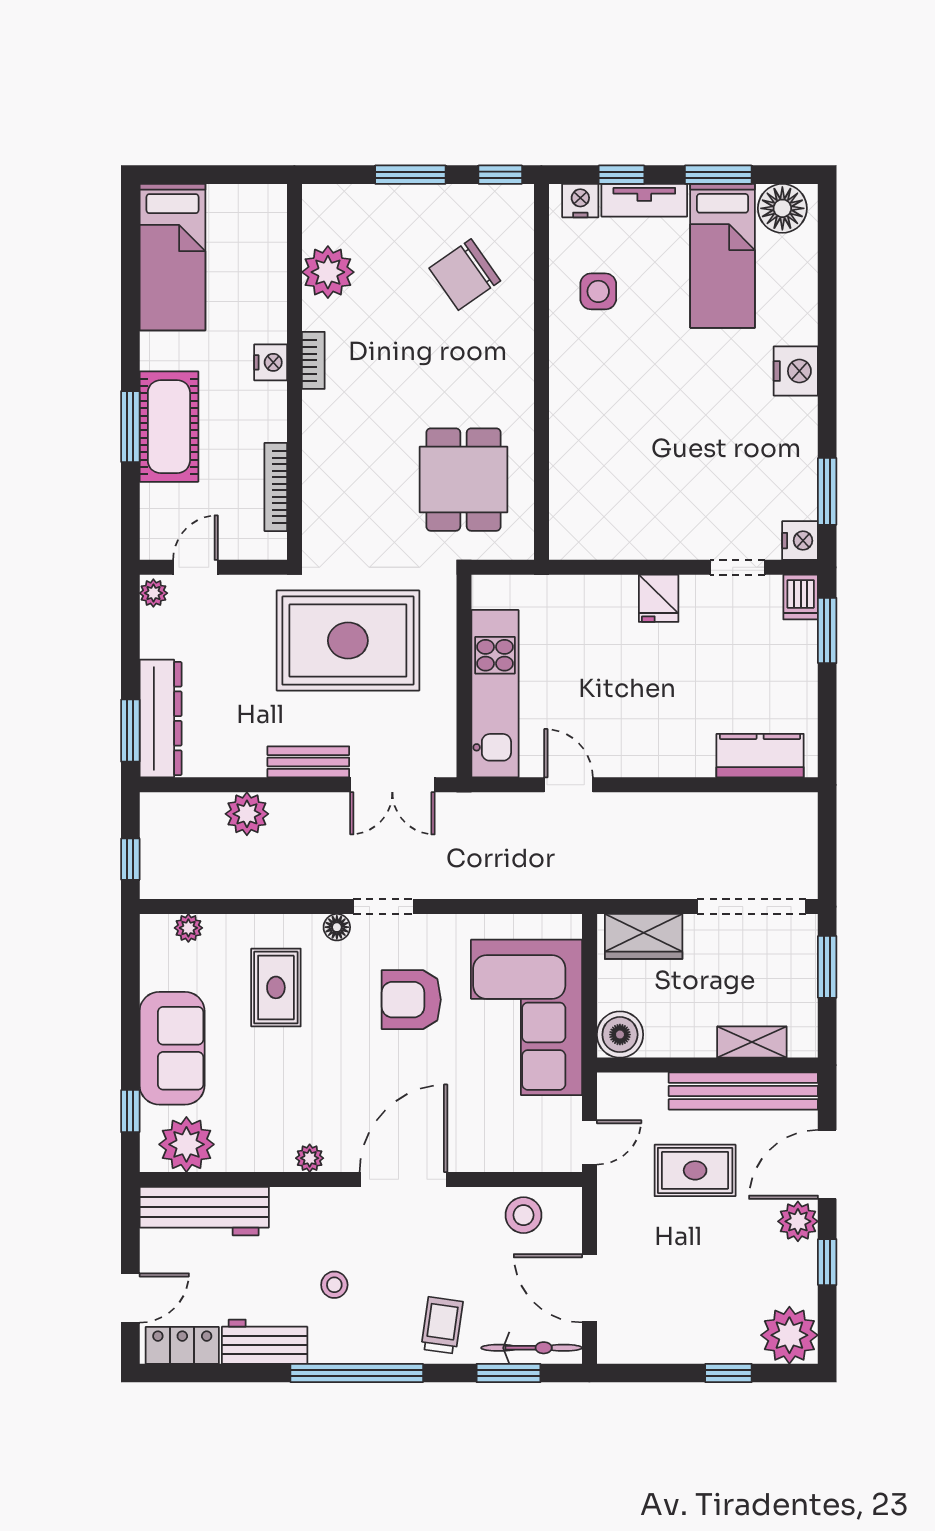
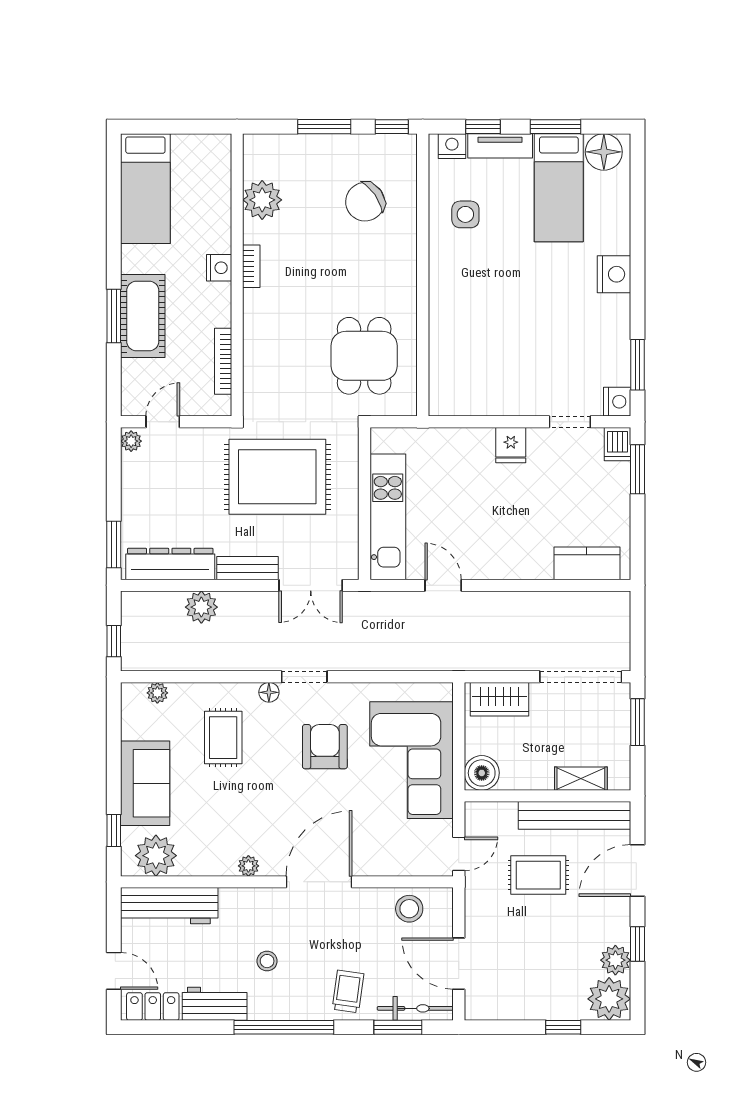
dresser: (161, 719) -> (170, 564), moved, turned -90
armchair: (411, 1000) -> (325, 747), turned 90
plant: (798, 1221) -> (615, 960), moved
door: (130, 1298) -> (114, 971), hinge flipped

